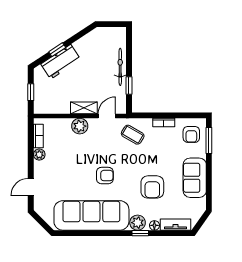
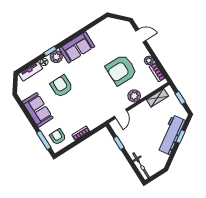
workbench: (61, 62) -> (171, 135), width x1.38
bicycle: (120, 67) -> (141, 165), moved
shelving: (84, 108) -> (157, 98), moved
coffee table: (133, 135) -> (96, 112), removed
armchair: (105, 176) -> (121, 70), moved, width x1.88, depth x1.88
door: (31, 187) -> (141, 36), hinge flipped
sofa: (91, 215) -> (77, 47), width x0.54, depth x0.79

